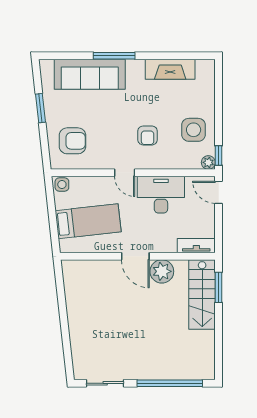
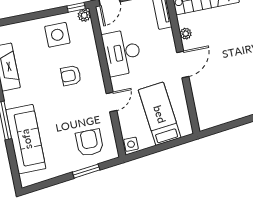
window: (41, 108) -> (86, 171), moved
armchair: (148, 135) -> (71, 76), turned 180
door: (125, 173) -> (111, 102), moved
plant: (162, 271) -> (186, 34), width x0.53, depth x0.53

